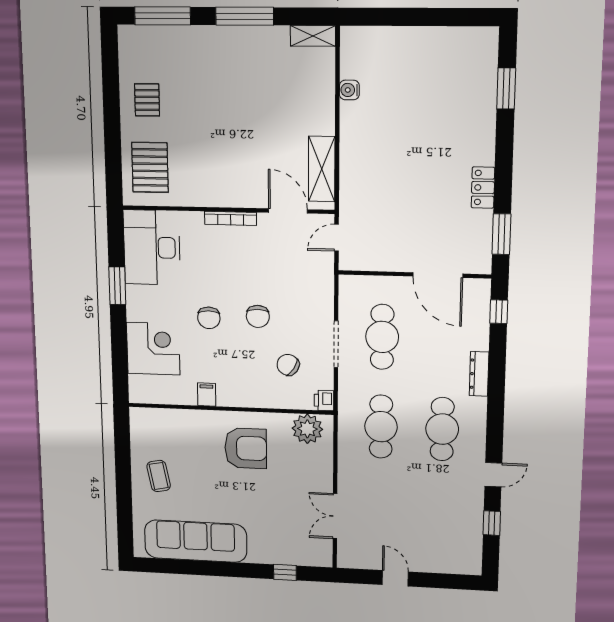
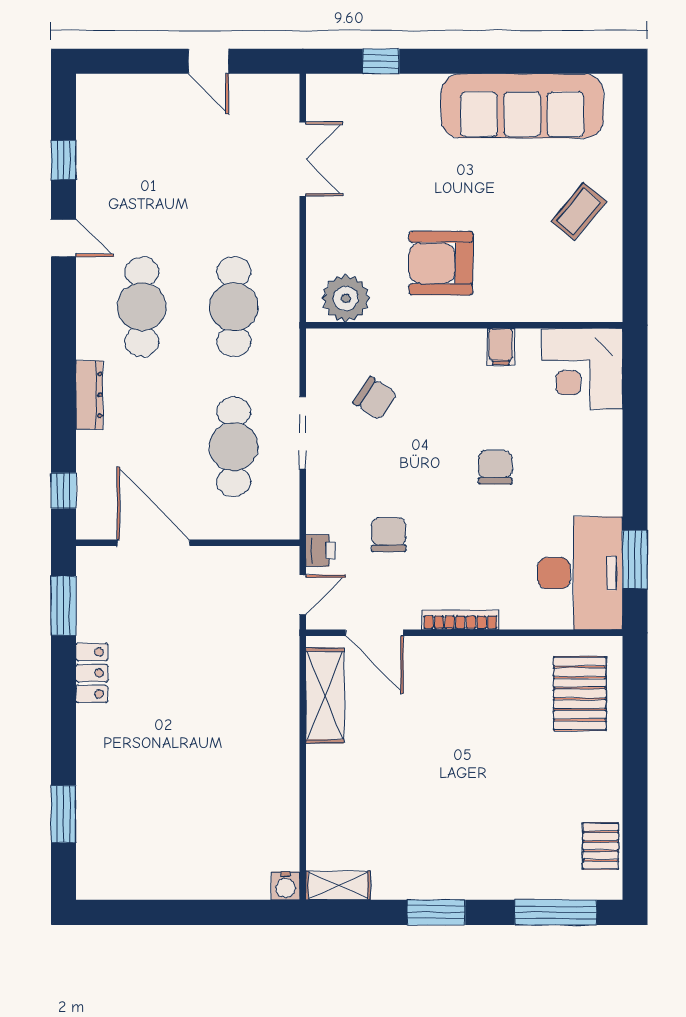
window: (245, 16) -> (436, 912), width x0.69
water cooler: (349, 90) -> (285, 886), moved, turned 90
pallet: (147, 100) -> (601, 846), moved
window: (117, 286) -> (635, 559), moved
chair: (258, 316) -> (389, 535), moved
corner desk: (153, 349) -> (582, 369), moved
printer: (324, 400) -> (320, 551), moved
door: (493, 475) -> (64, 238), swing flipped
coffee table: (159, 476) -> (579, 211), turned 51

